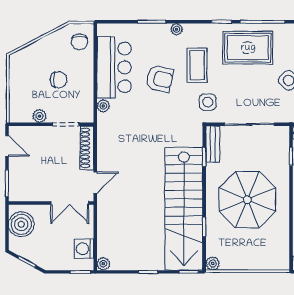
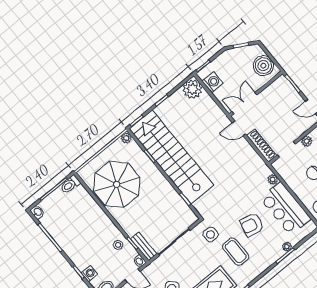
plant: (177, 29) -> (287, 247), moved
bench: (213, 144) -> (144, 246), moved
door: (95, 183) -> (239, 128), hinge flipped
parasol: (247, 200) -> (117, 184), moved
plant: (103, 264) -> (192, 89), width x1.88, depth x1.88

